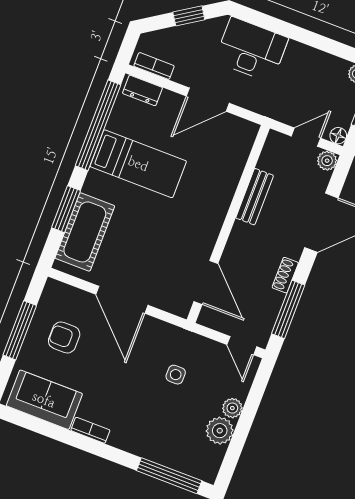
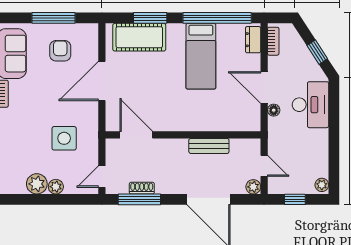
floor lamp: (338, 136) -> (274, 110), moved
shoe rack: (285, 275) -> (142, 188), moved
door: (206, 282) -> (136, 135), swing flipped
side table: (176, 375) -> (64, 138), width x1.87, depth x1.87

